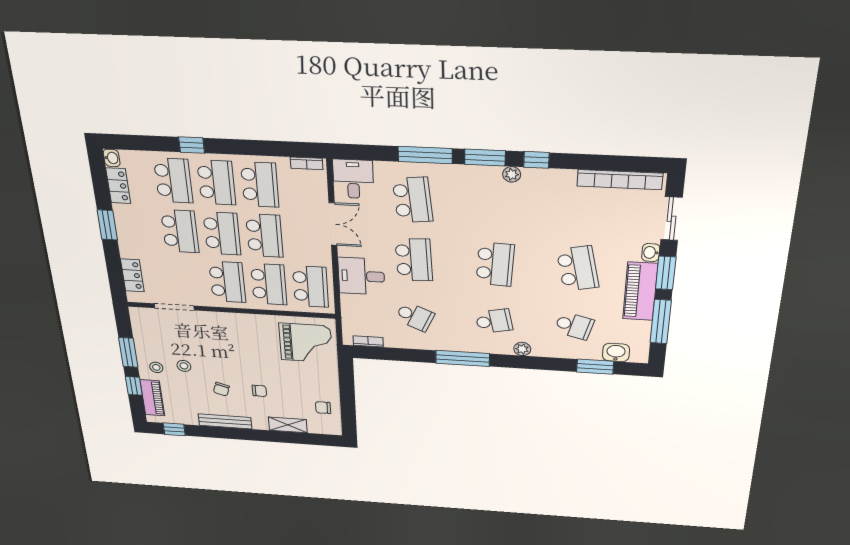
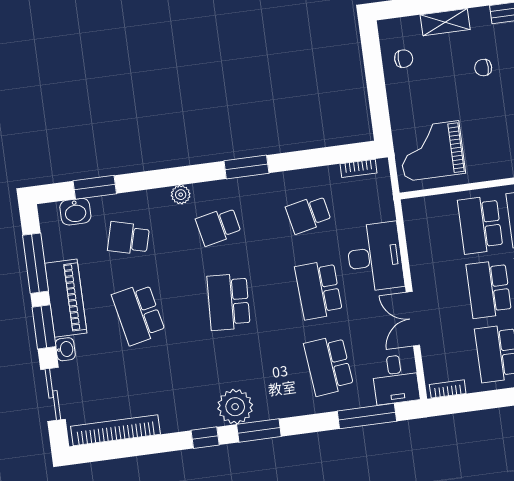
window: (425, 155) -> (367, 416), moved
plant: (512, 174) -> (235, 407), width x1.88, depth x1.88
desk: (361, 276) -> (375, 257), width x1.37
school desk: (311, 287) -> (432, 231), removed
school desk: (415, 317) -> (308, 214), turned -36
window: (463, 358) -> (246, 167), width x0.69

